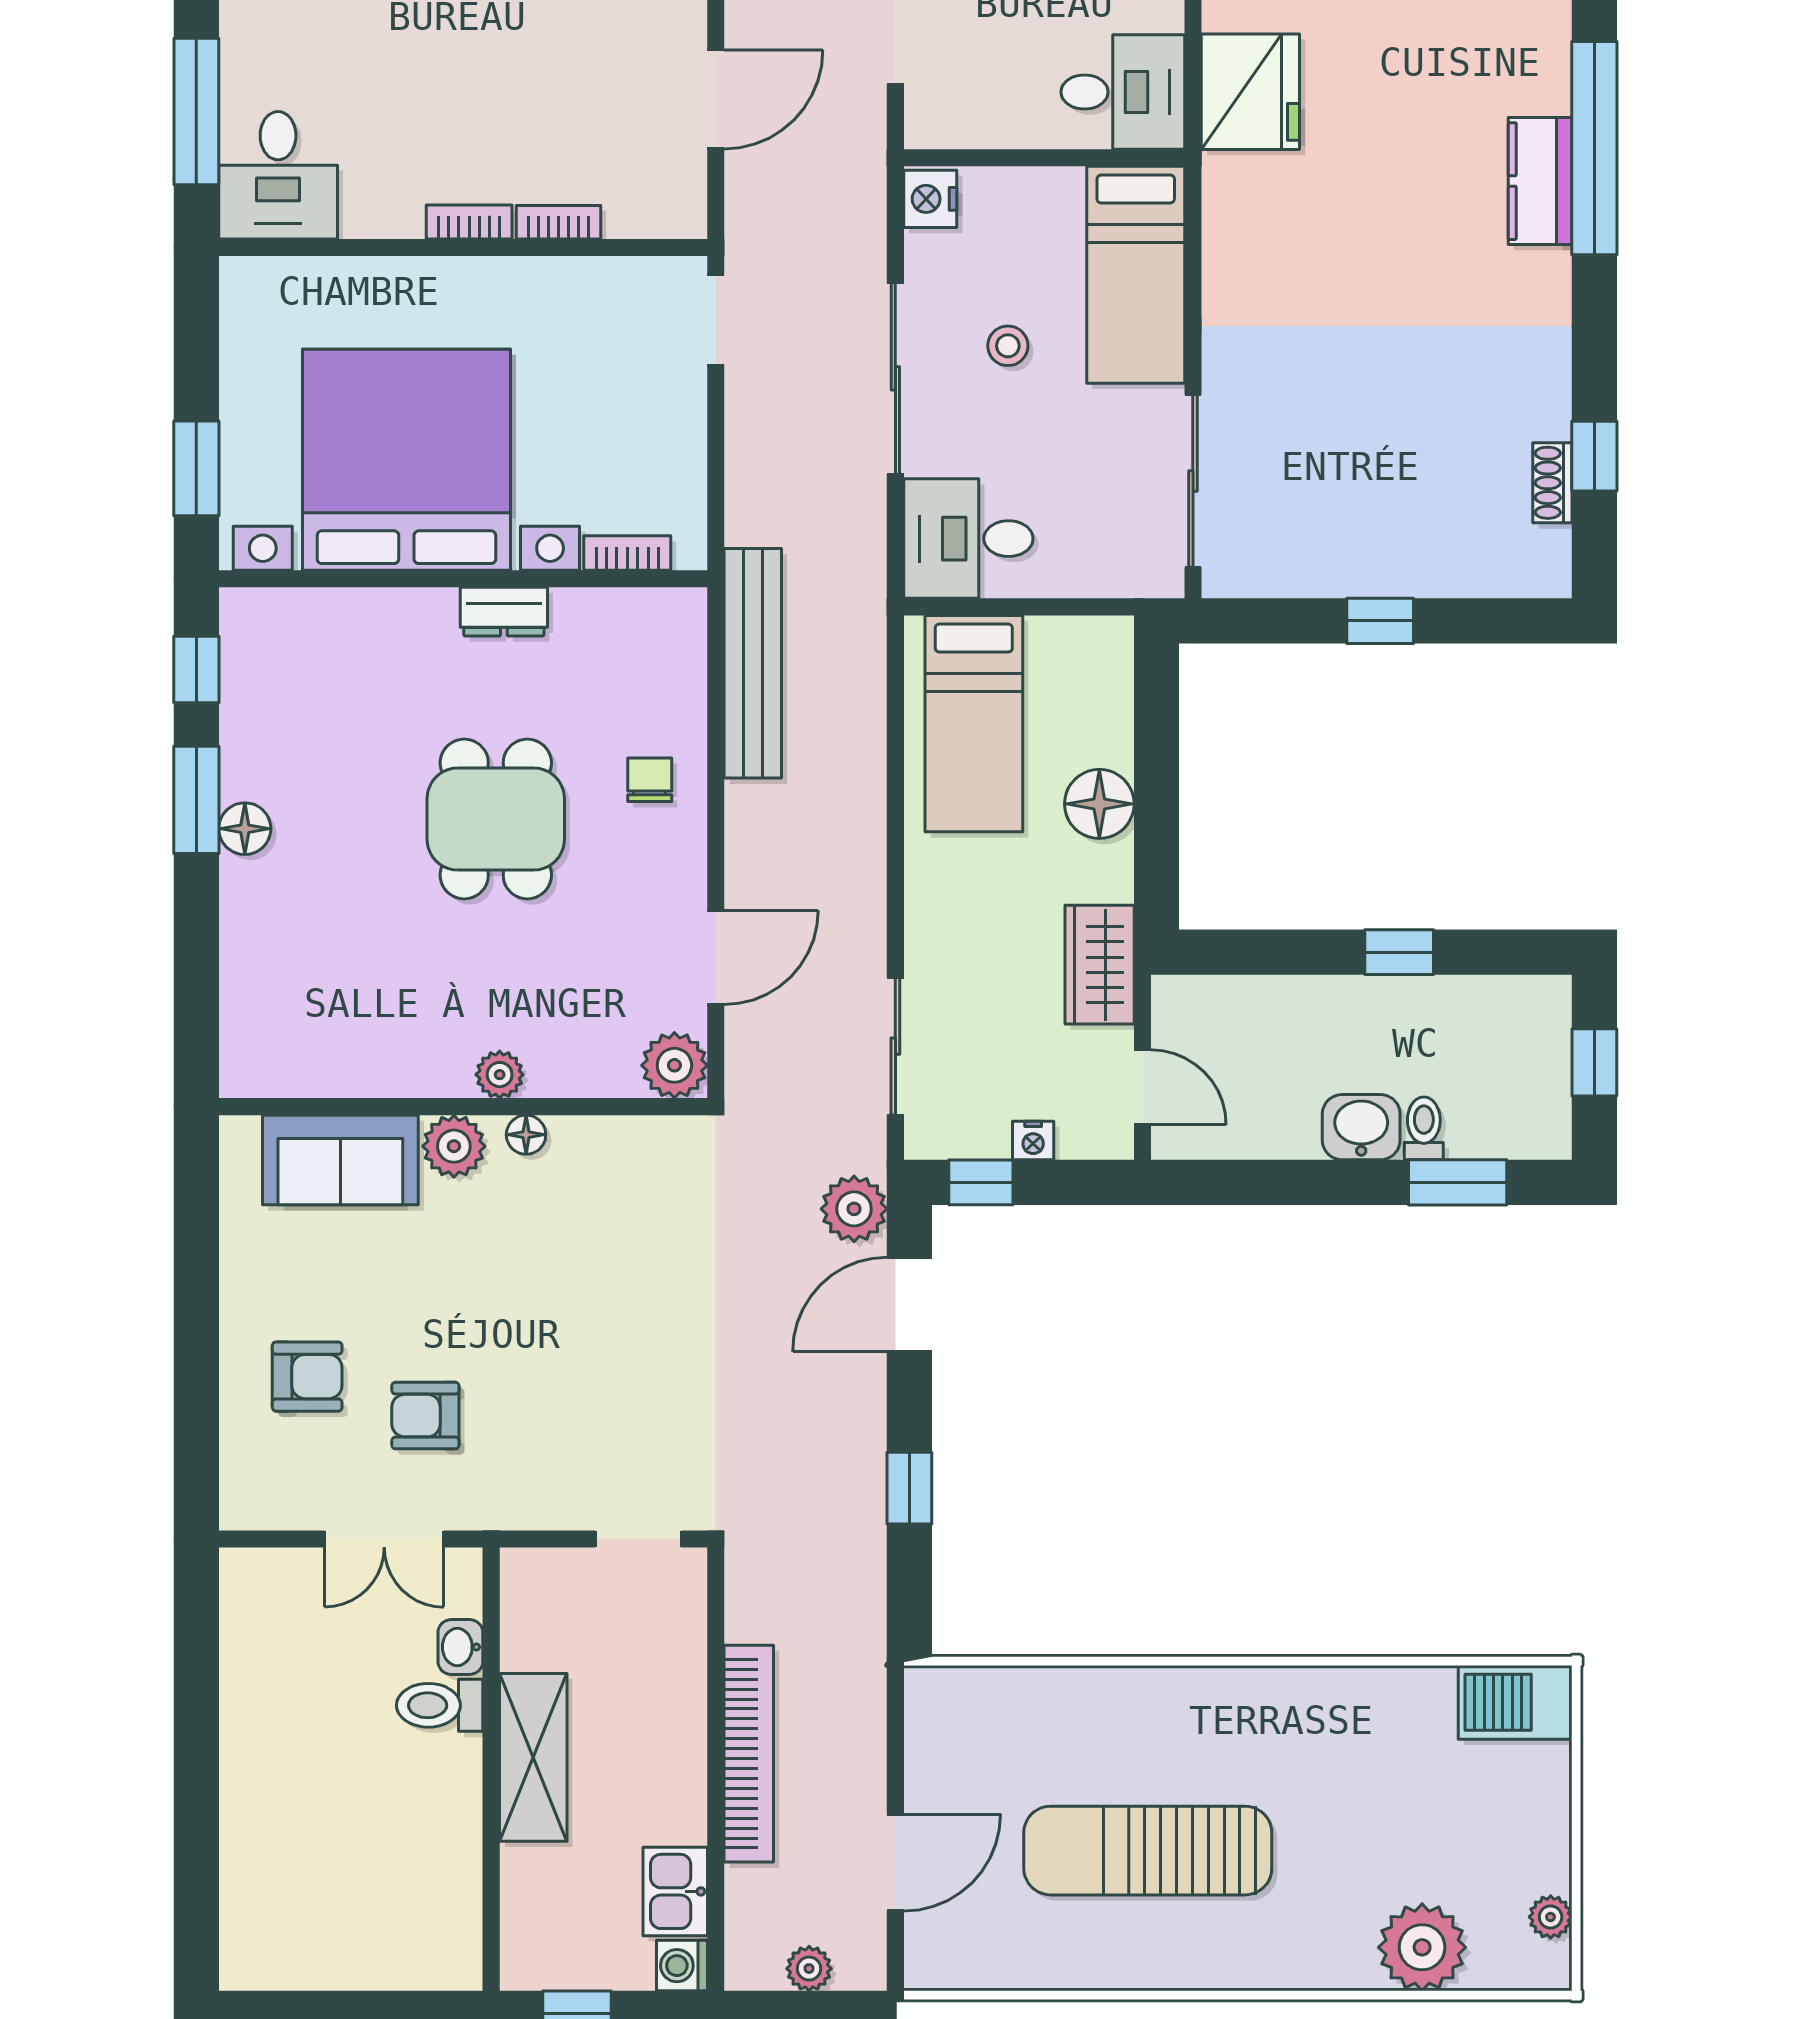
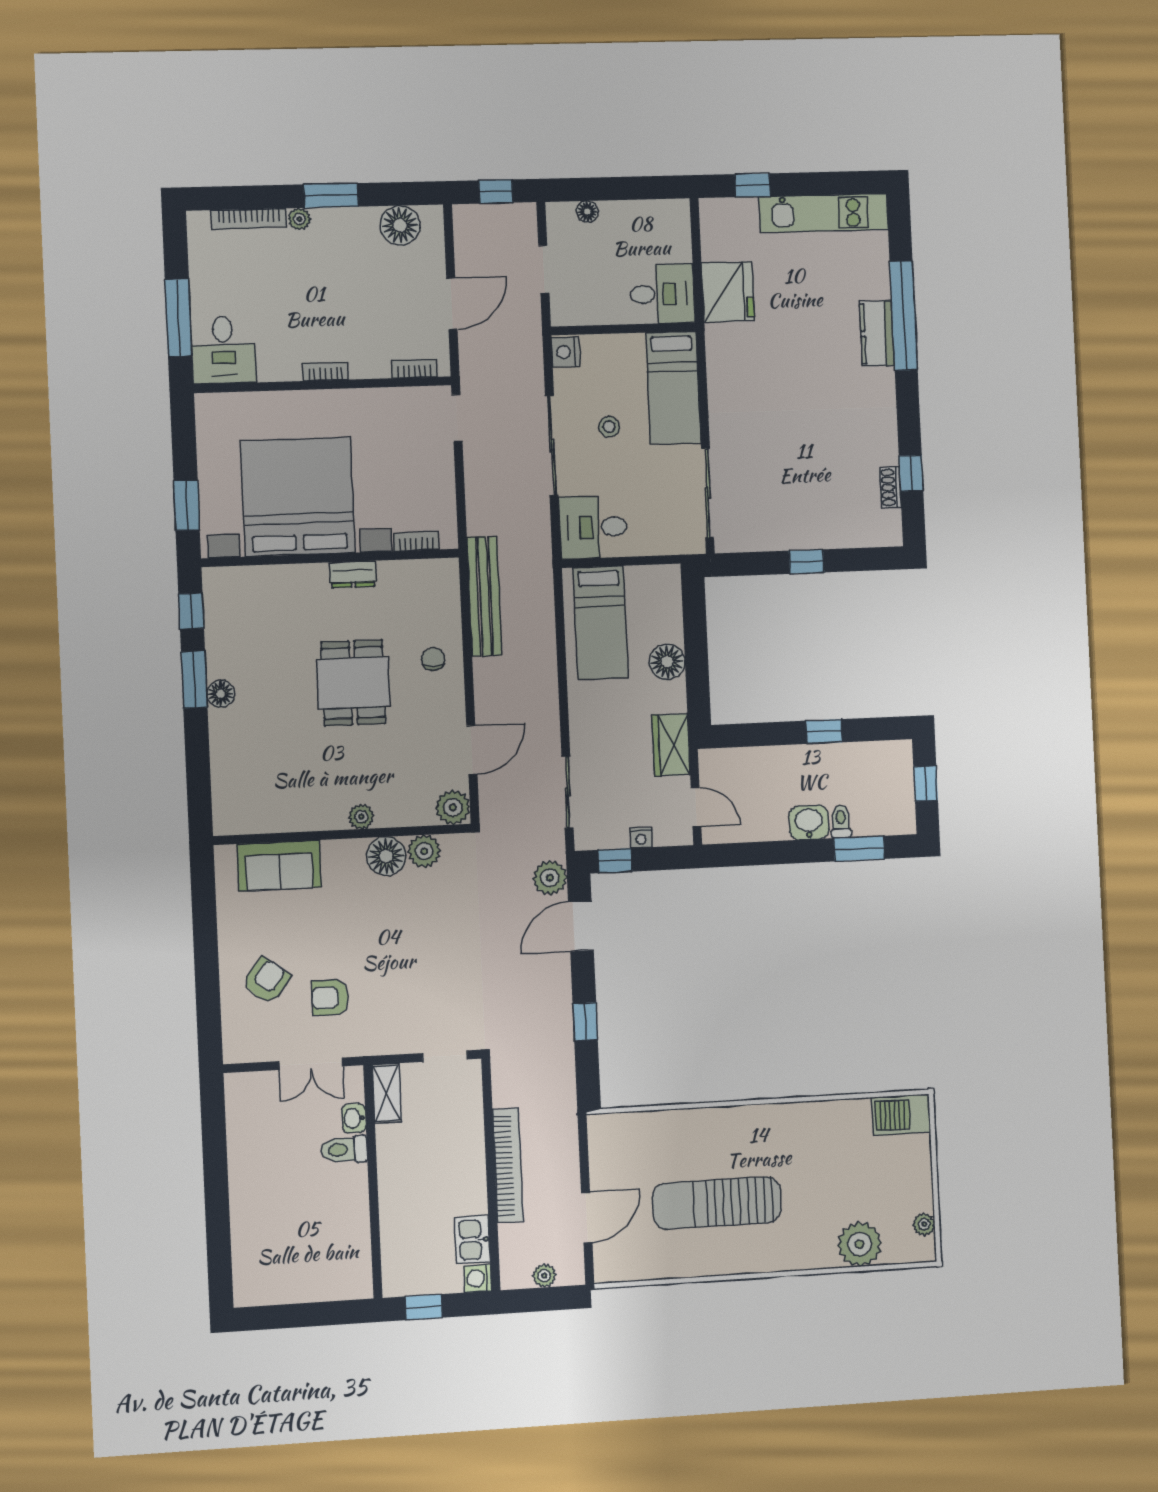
bookcase: (558, 222) -> (414, 369), moved
floor lamp: (526, 1135) -> (386, 856), width x1.89, depth x1.89
plant: (454, 1146) -> (424, 851), moved
armchair: (307, 1377) -> (266, 980), turned -53
shelving: (533, 1757) -> (387, 1093), moved, width x0.67, depth x0.75

